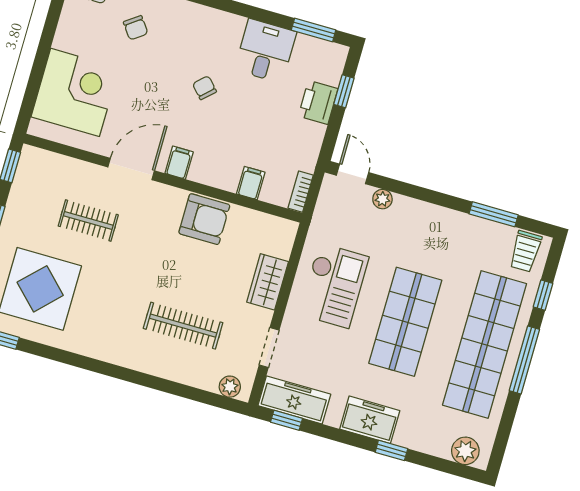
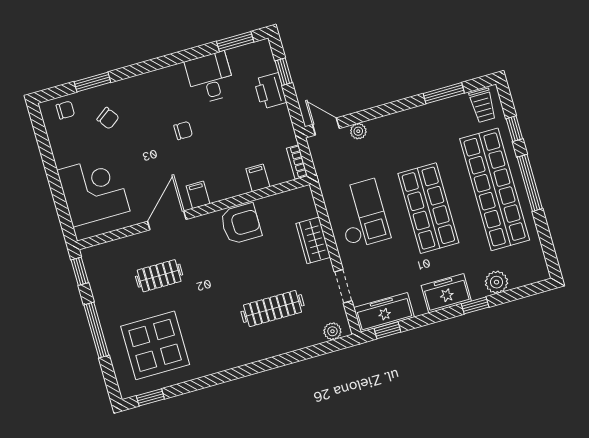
chair: (204, 88) -> (183, 130), turned 133
plant: (465, 451) -> (497, 282), moved

